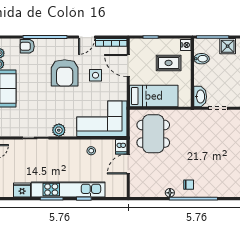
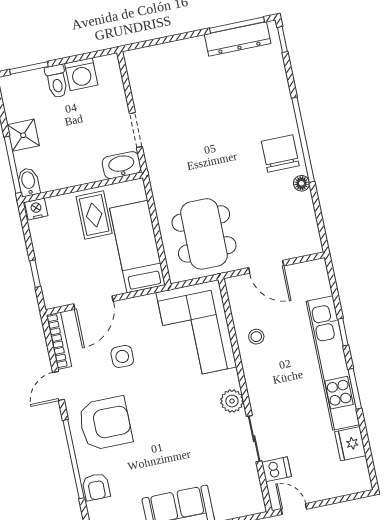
door: (87, 37) -> (58, 386), swing flipped
bidet: (201, 59) -> (28, 182), moved
rug: (169, 63) -> (94, 215), moved
armchair: (65, 73) -> (105, 423), moved
dining table: (153, 134) -> (204, 234), turned 90
dishwasher: (121, 147) -> (276, 469), moved
chair: (189, 185) -> (280, 153), width x1.87, depth x1.87

